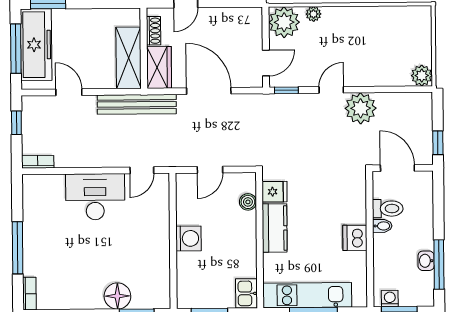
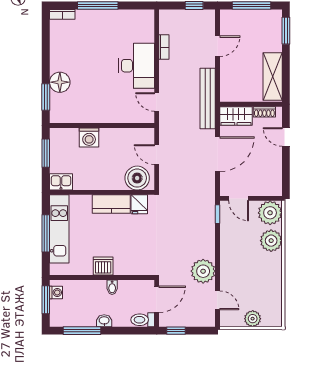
plant: (313, 14) -> (271, 241), width x1.87, depth x1.87
freezer: (36, 45) -> (254, 21), removed
shelving: (129, 58) -> (273, 77), moved, turned 90
plant: (422, 76) -> (253, 319), moved
door: (331, 90) -> (217, 300), moved
bookcase: (38, 162) -> (164, 47), moved
boiler: (248, 202) -> (137, 178), width x1.86, depth x1.86
toilet: (388, 209) -> (143, 320), moved, turned 90
washing machine: (188, 238) -> (89, 137), moved
washbasin: (426, 261) -> (104, 321), moved

